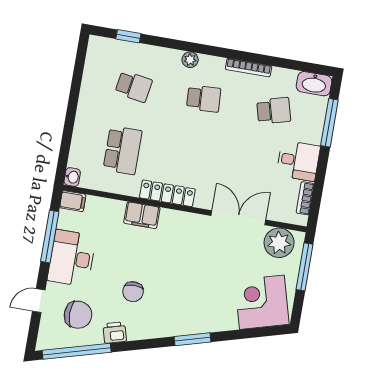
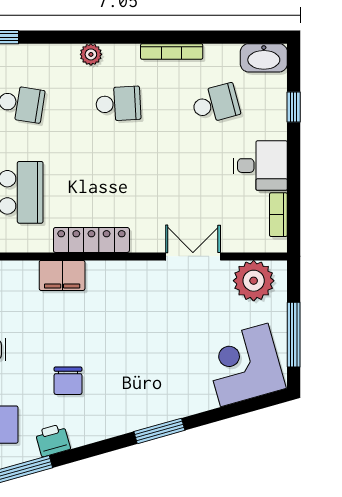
window: (329, 123) -> (294, 107), width x0.46
double door: (238, 218) -> (193, 256), width x0.73
window: (305, 267) -> (294, 335), moved

